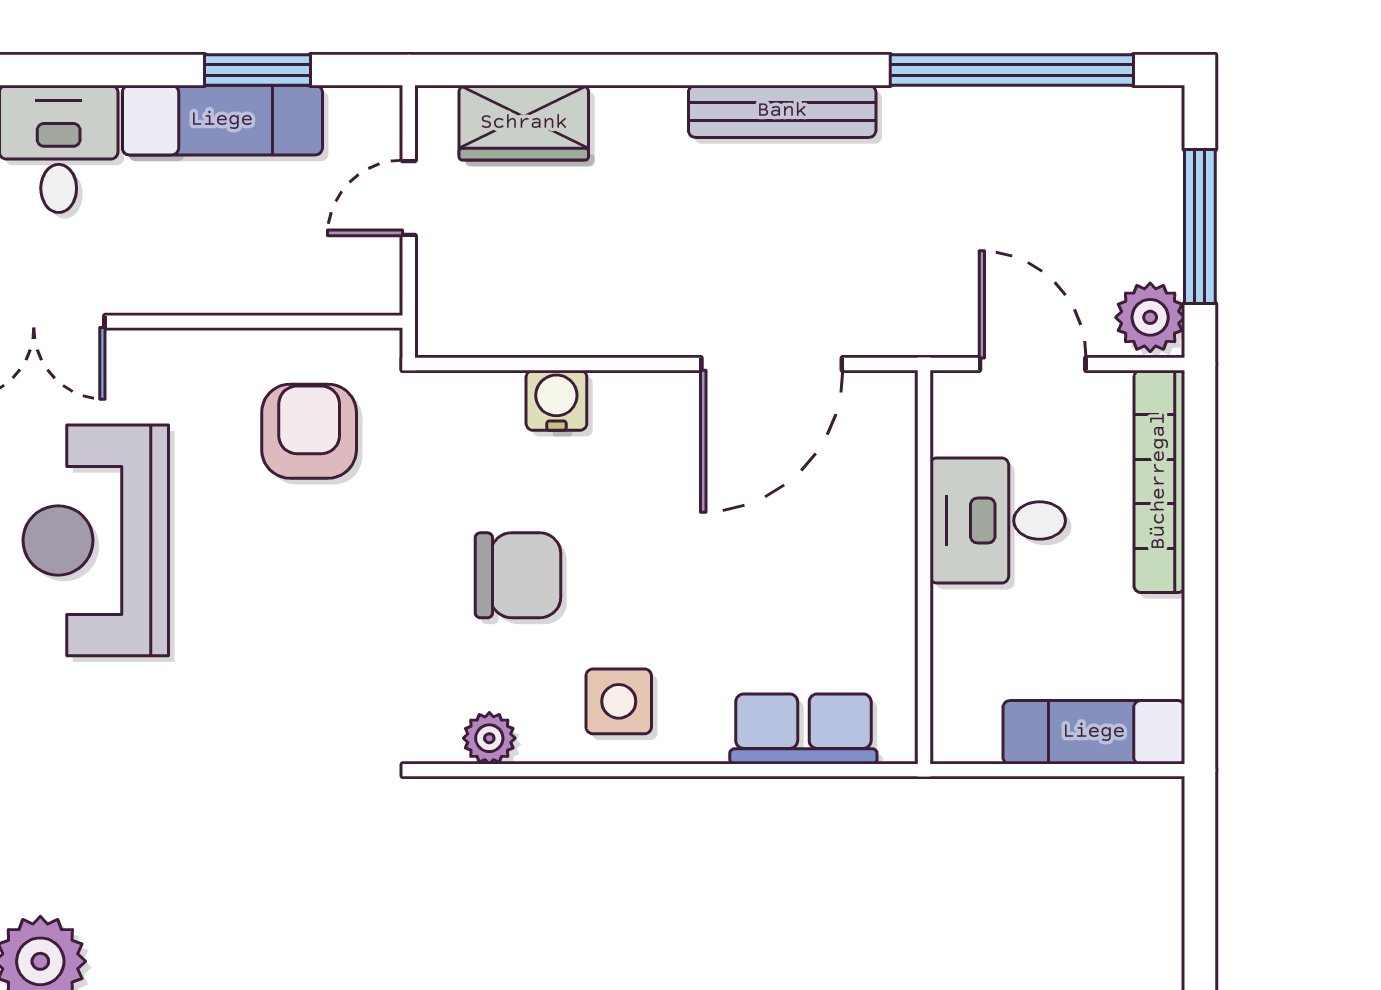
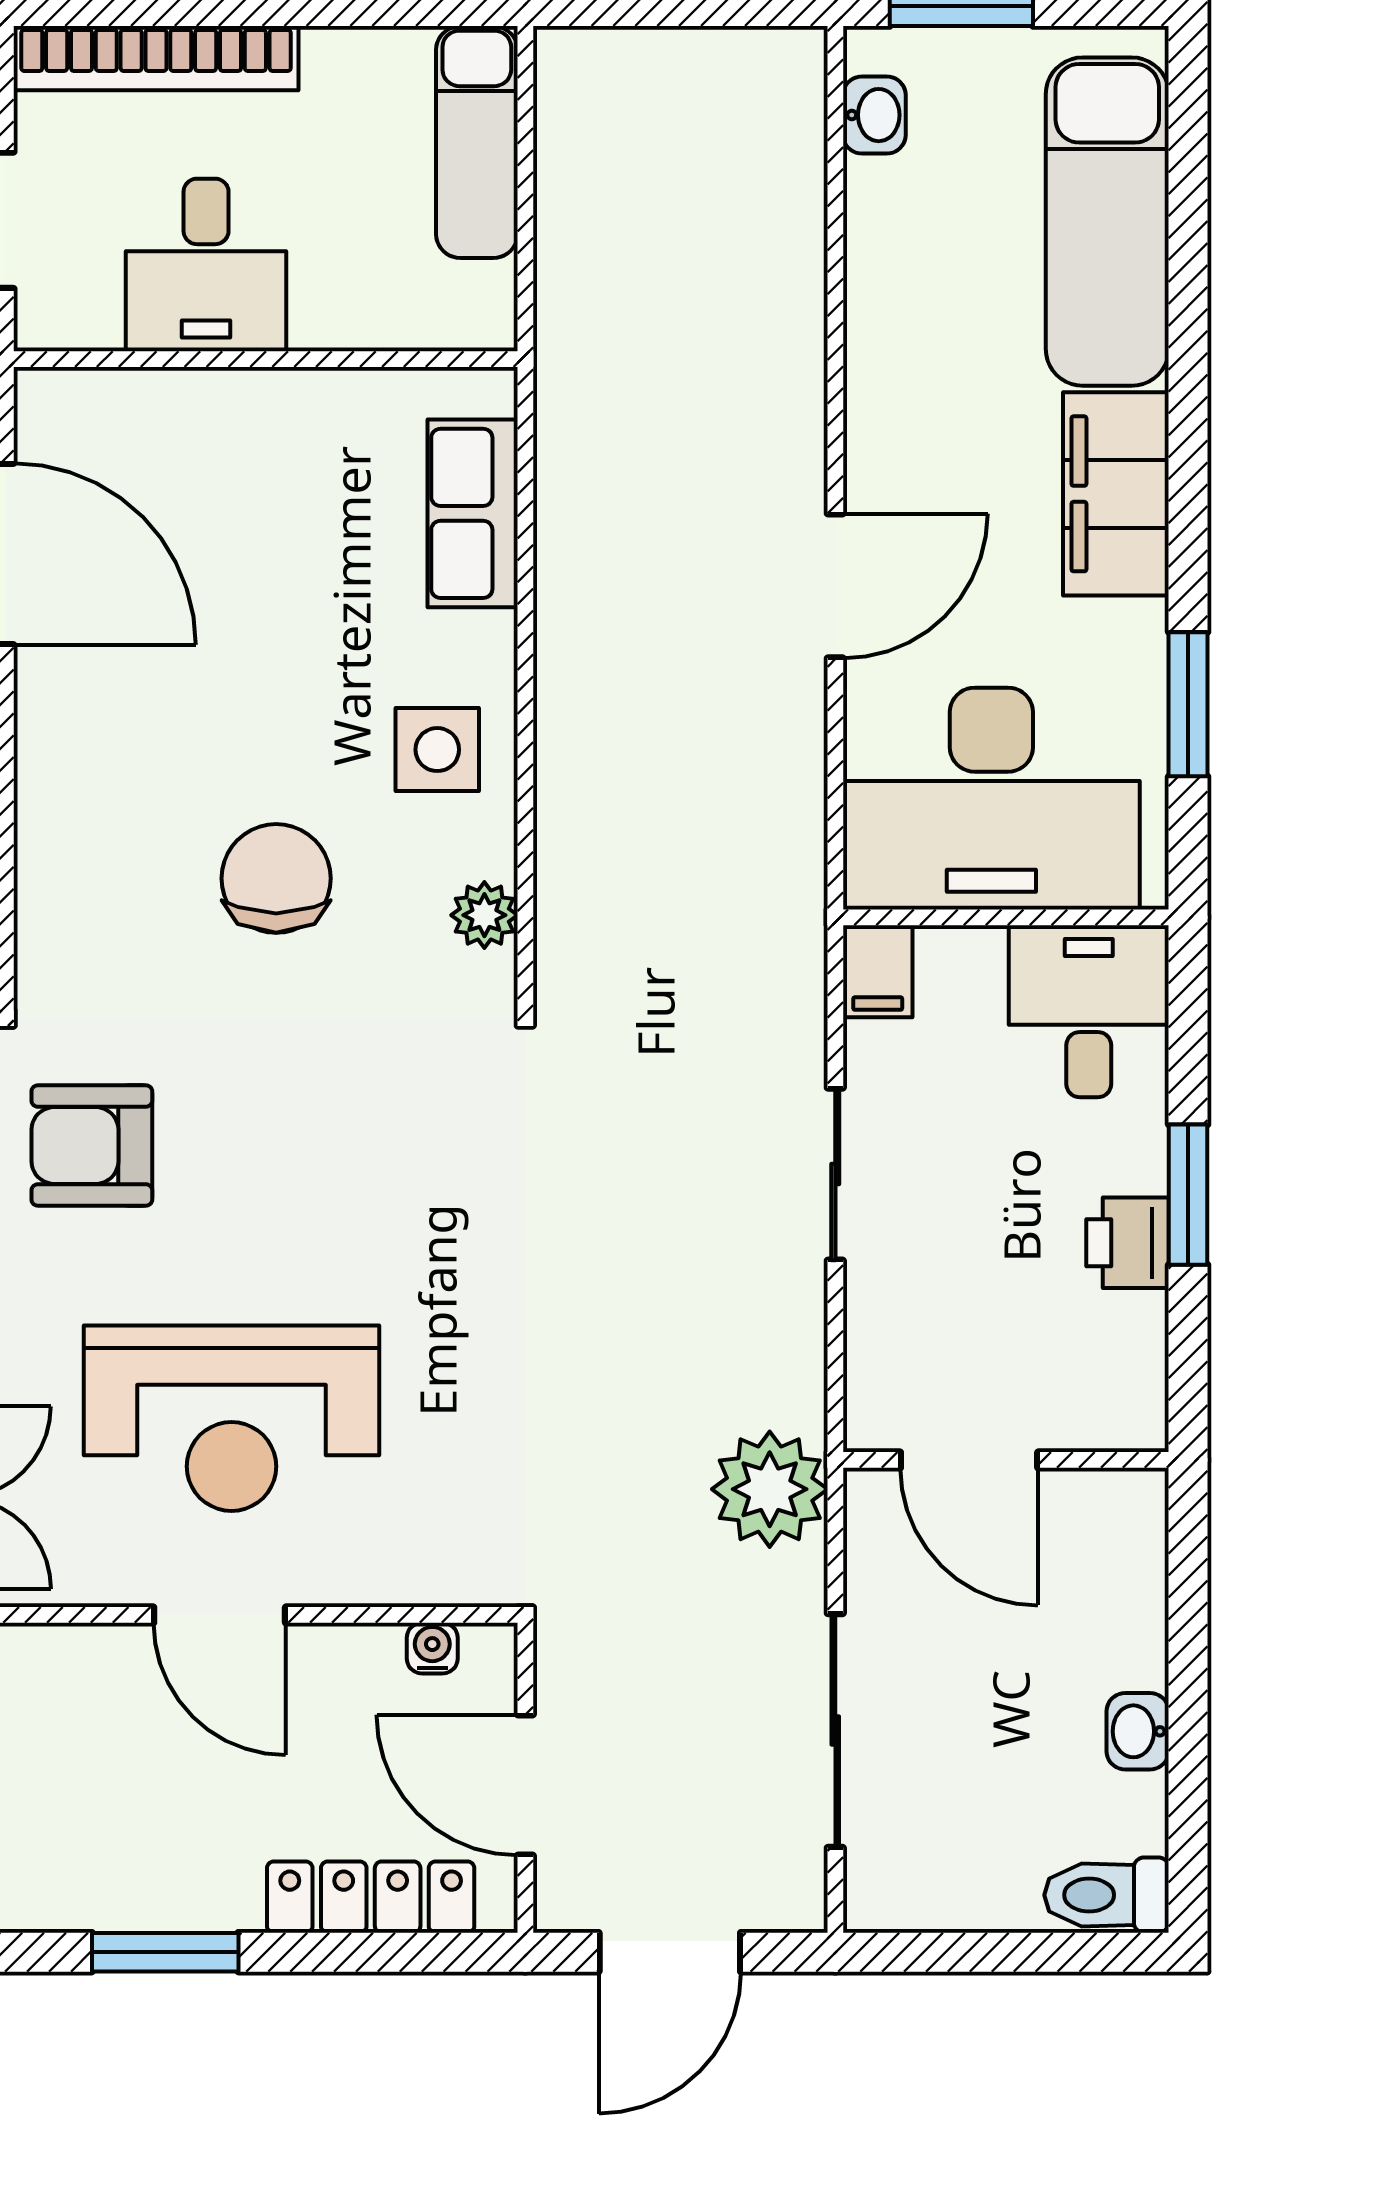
water cooler: (556, 400) -> (52, 829), removed

